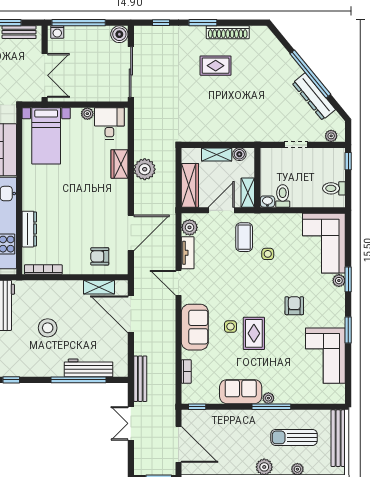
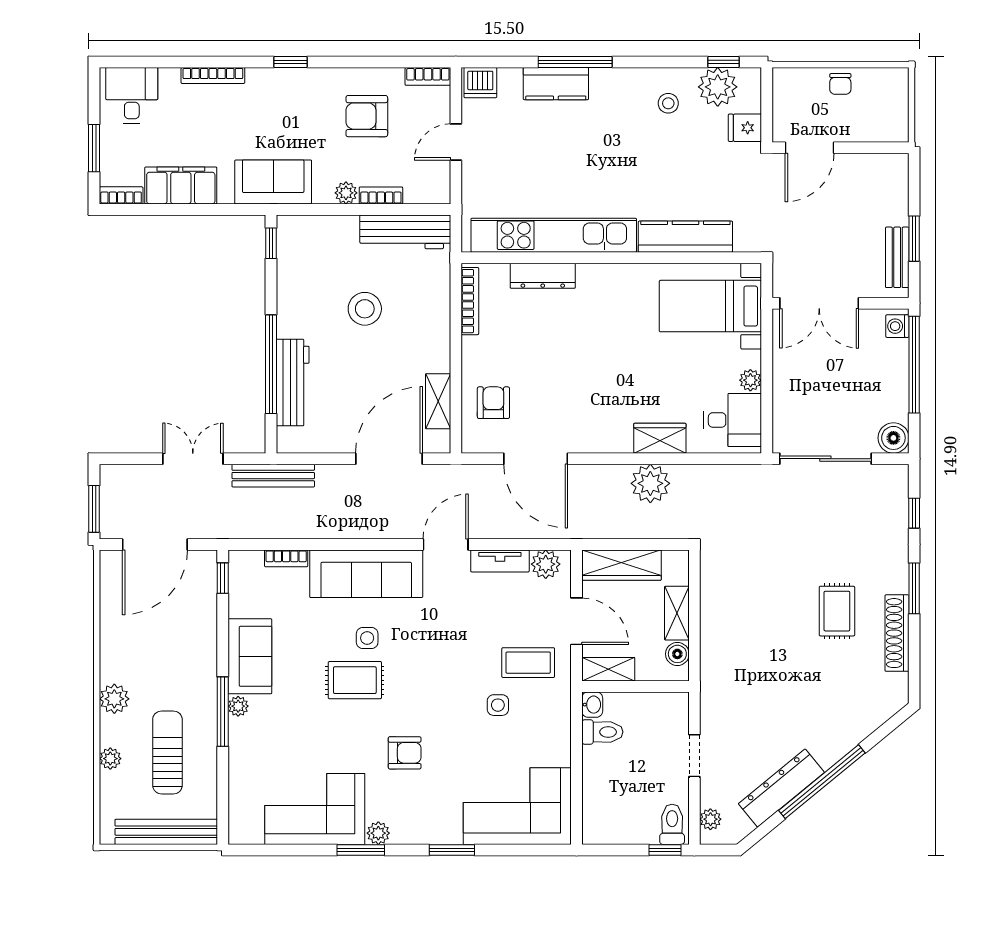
toilet: (334, 188) -> (672, 824), moved
plant: (339, 281) -> (378, 833), moved
sofa: (195, 327) -> (366, 574), width x1.36

